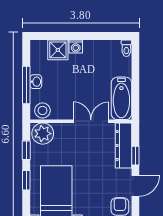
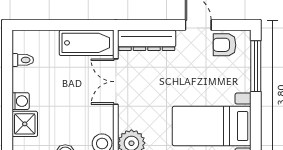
toilet: (126, 48) -> (23, 60), moved
window: (135, 156) -> (160, 25), removed

